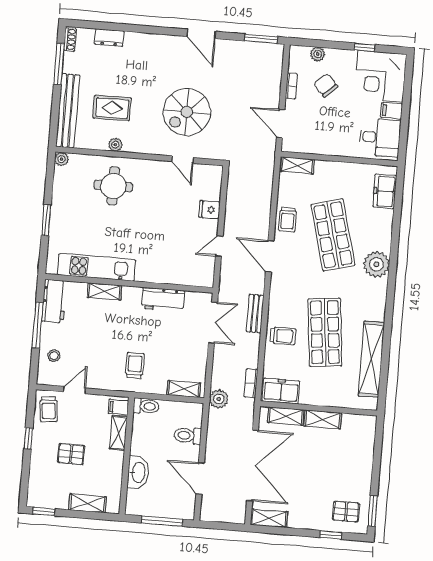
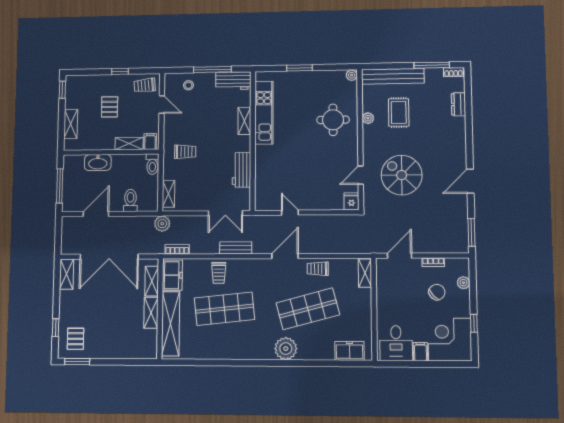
fridge: (209, 210) -> (351, 201), moved
shelving: (371, 359) -> (171, 324), moved, turned 90

